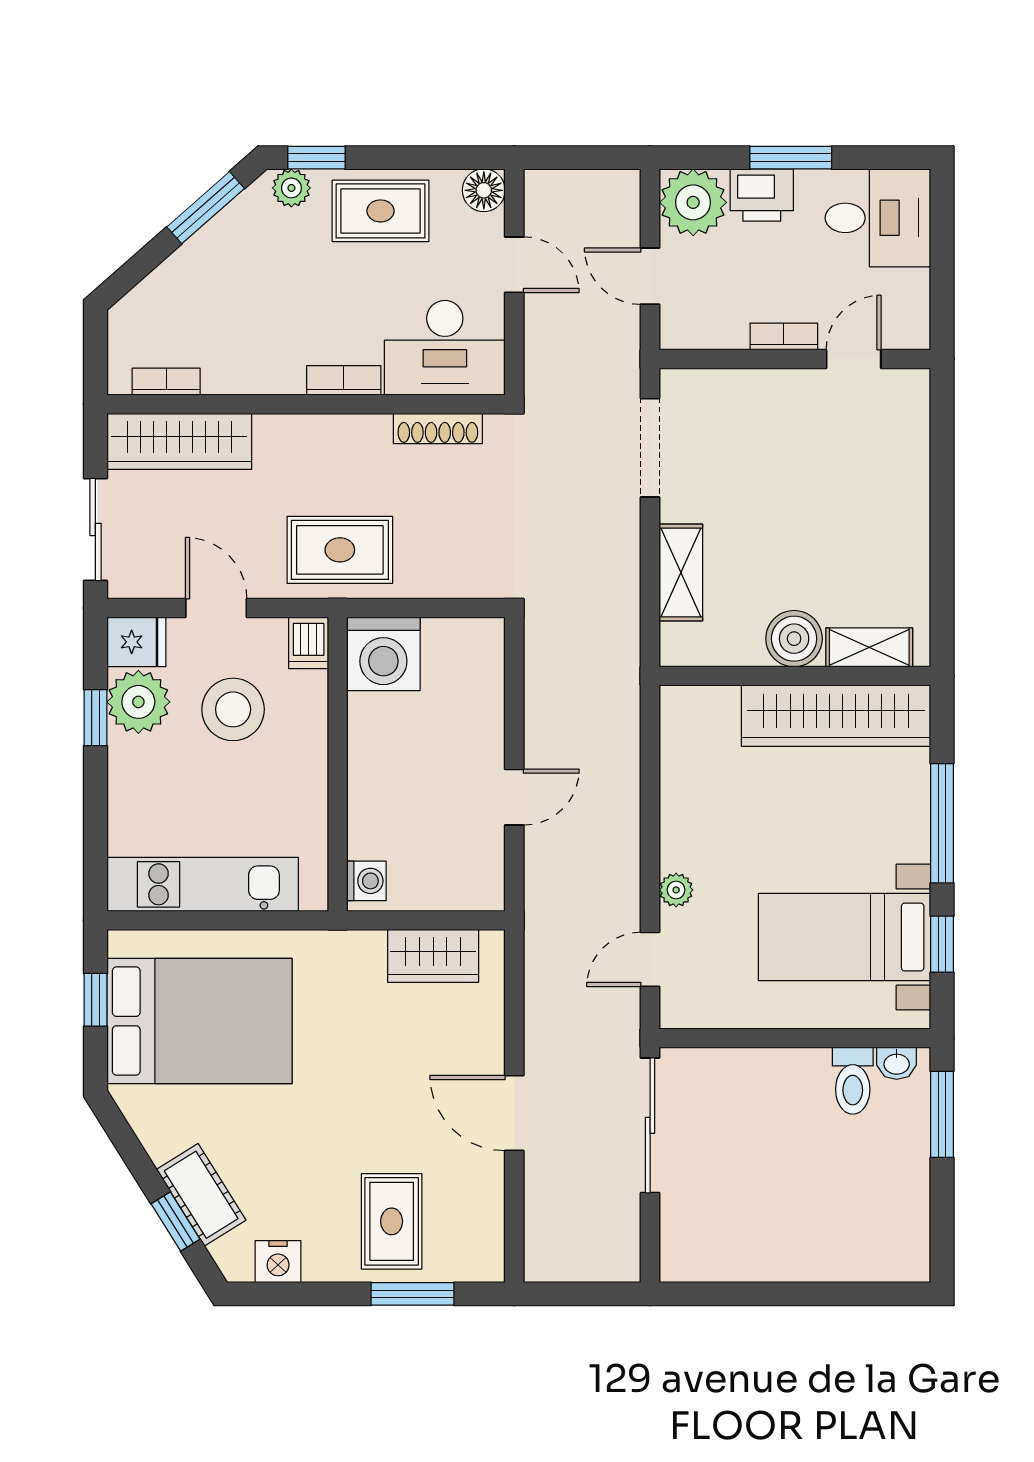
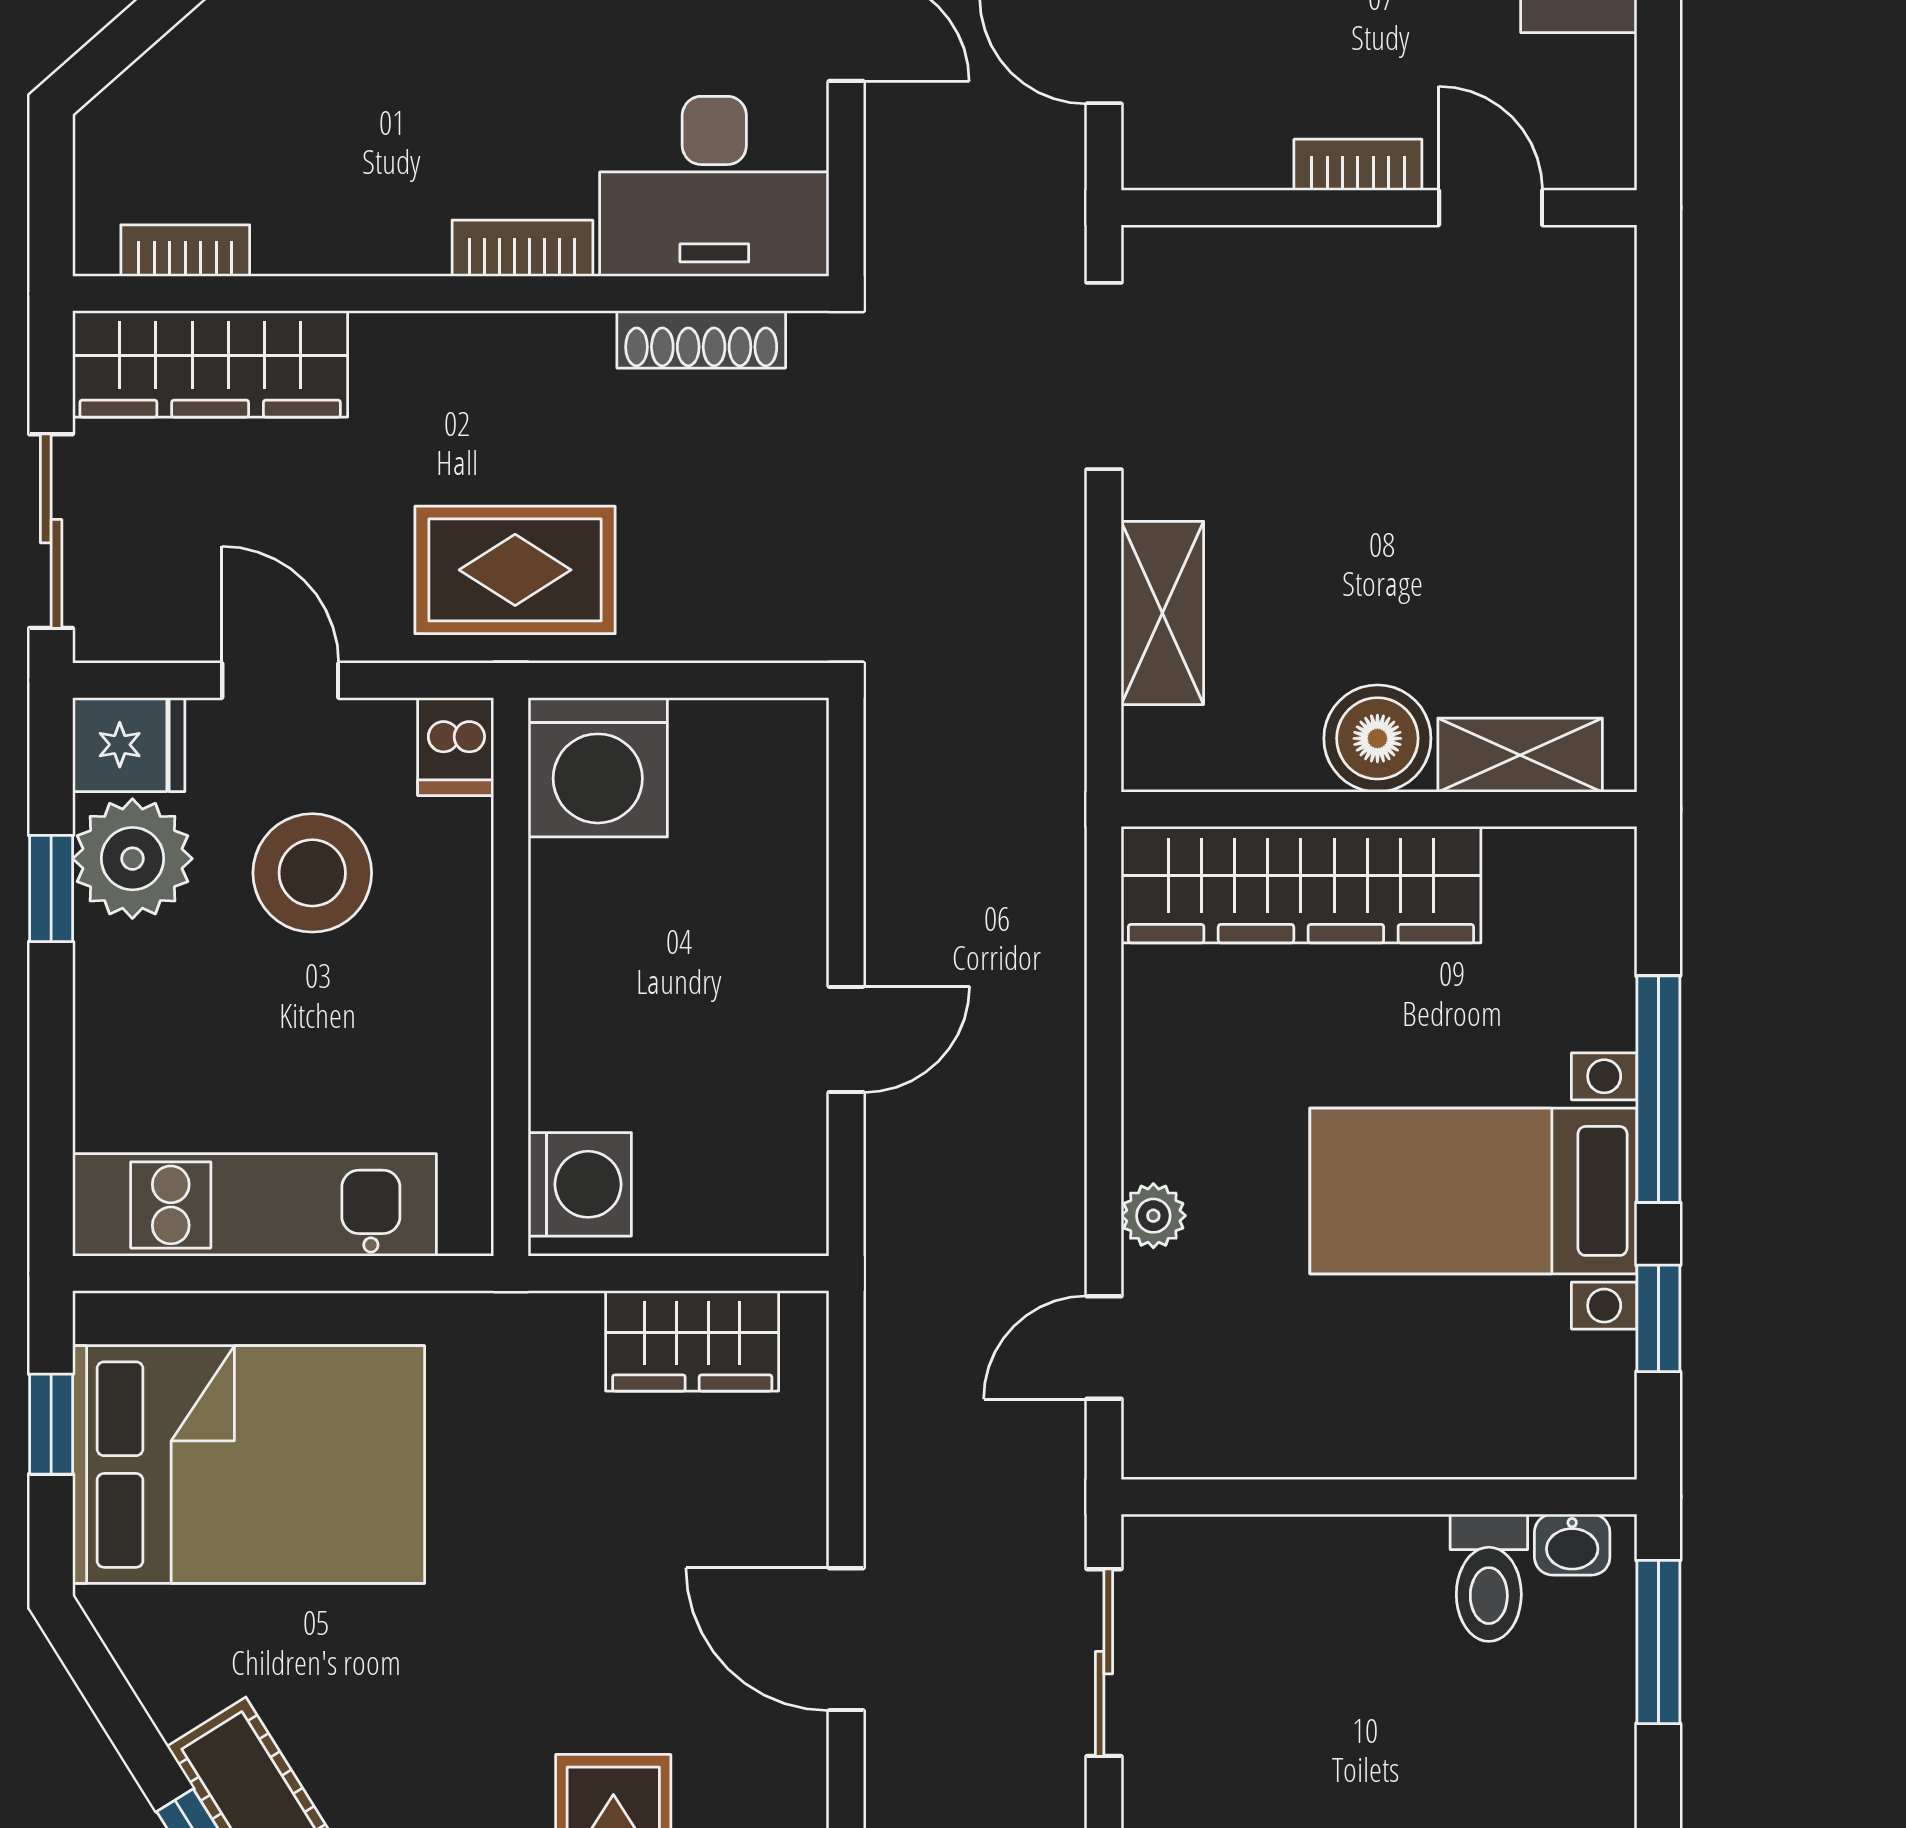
door: (854, 359) -> (1491, 208), hinge flipped
wardrobe: (836, 716) -> (1301, 885), moved
washing machine: (366, 881) -> (580, 1184), width x1.38, depth x1.38
bed with nightstands: (845, 937) -> (1473, 1191), moved
sliding door: (650, 1125) -> (1104, 1663), width x0.73

